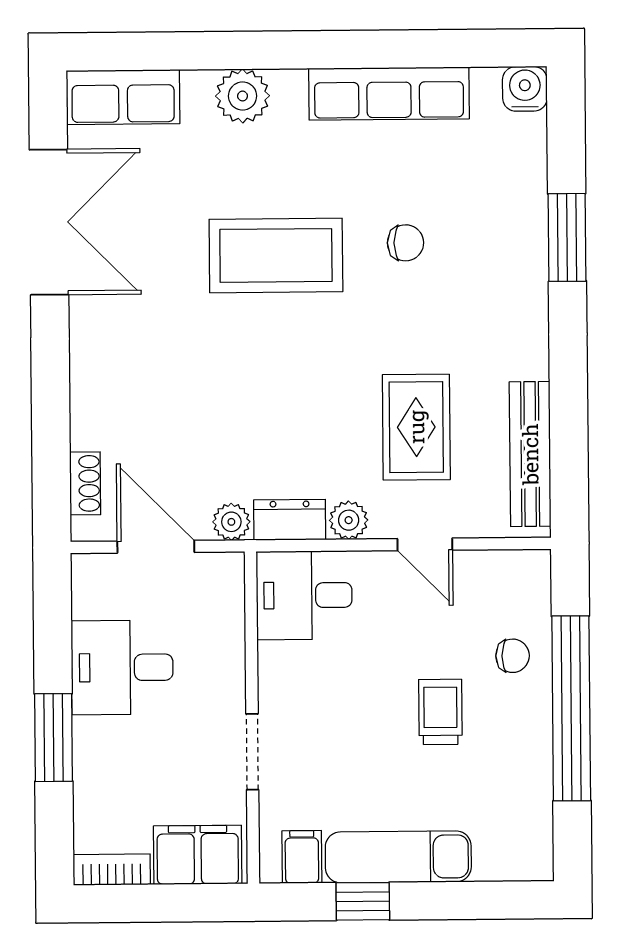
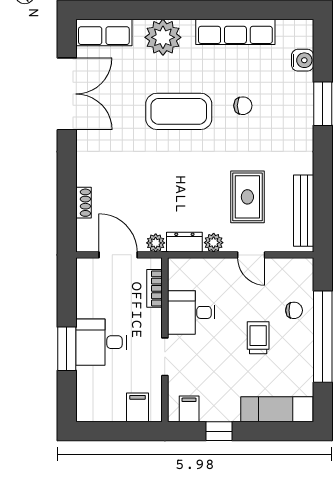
water cooler: (525, 89) -> (303, 60), moved, turned 90
plant: (243, 96) -> (163, 37), width x1.36, depth x1.36
shoe rack: (85, 483) -> (83, 203), moved
desk: (304, 595) -> (191, 312), moved
desk: (122, 668) -> (101, 342), moved
filing cabinet: (198, 855) -> (138, 407), width x0.50
exam couch: (398, 857) -> (277, 409), moved
bookcase: (112, 870) -> (155, 288), moved, turned -90

